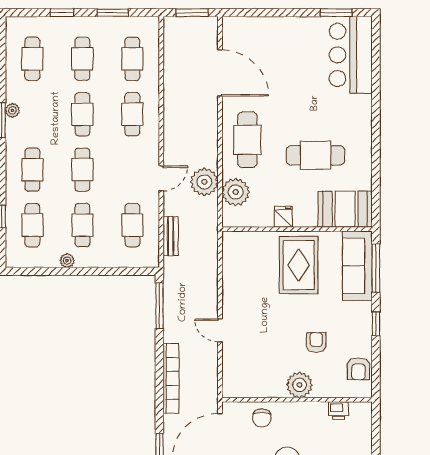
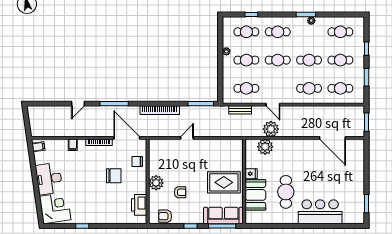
bar counter: (351, 55) -> (320, 212), moved
door: (220, 73) -> (332, 138), hinge flipped
cafe table: (247, 140) -> (295, 153), removed
booth: (345, 209) -> (255, 195), moved
printer: (338, 411) -> (139, 205), width x1.87, depth x1.48

